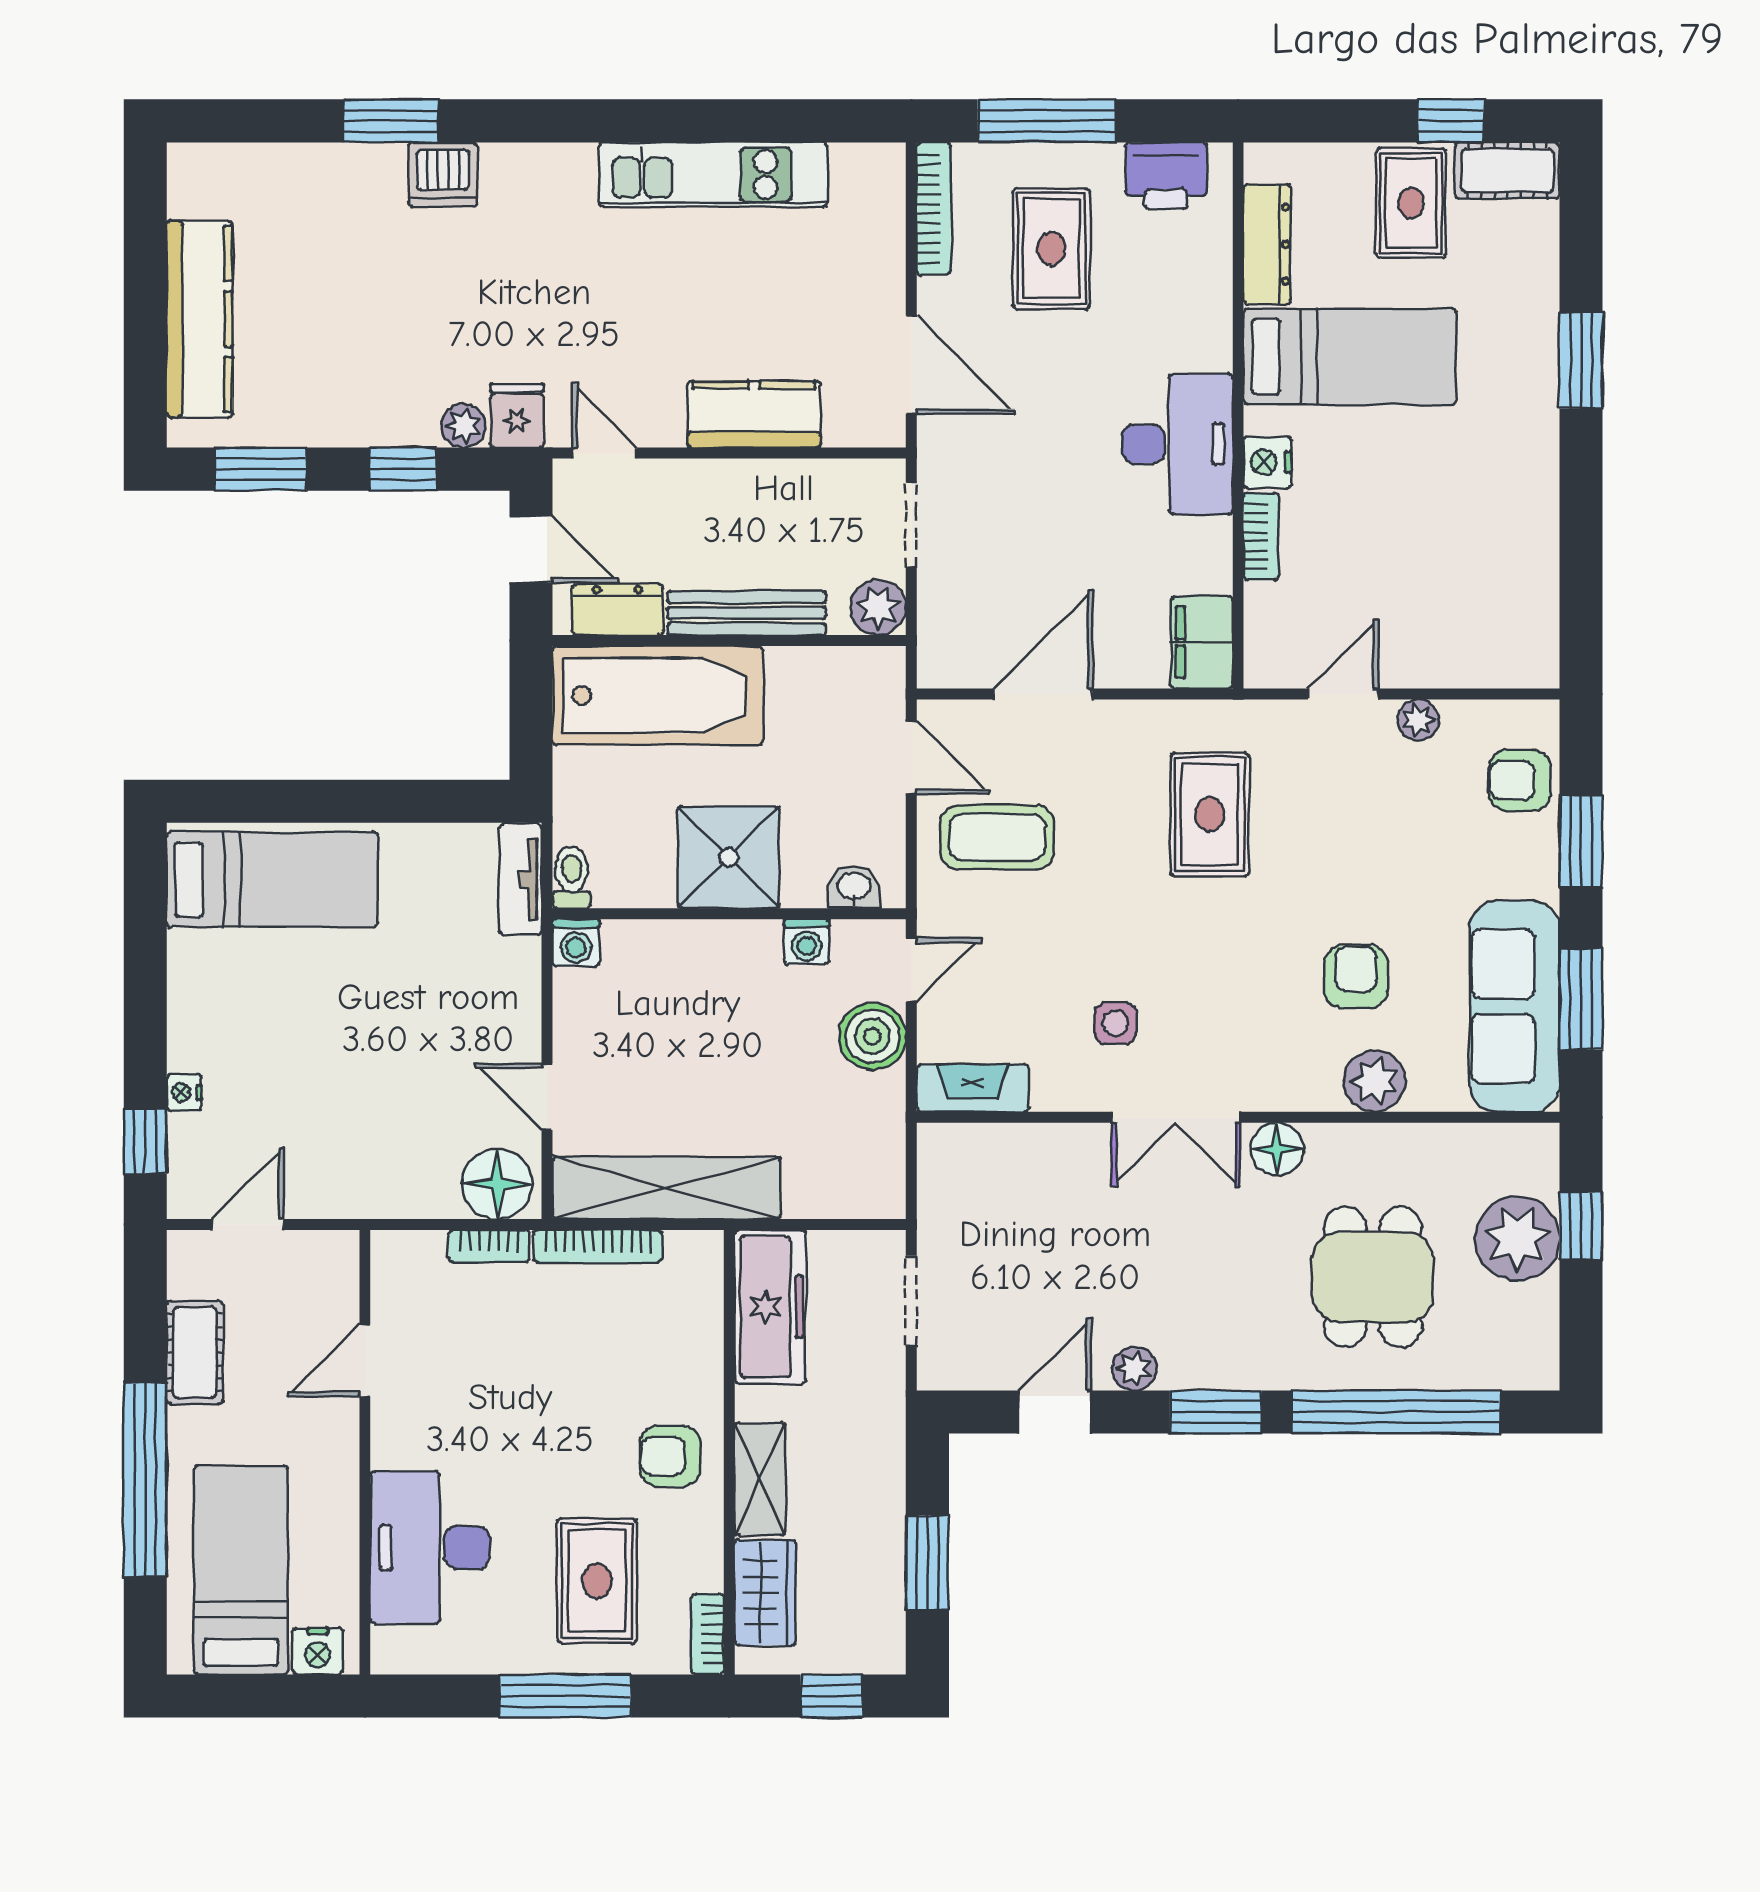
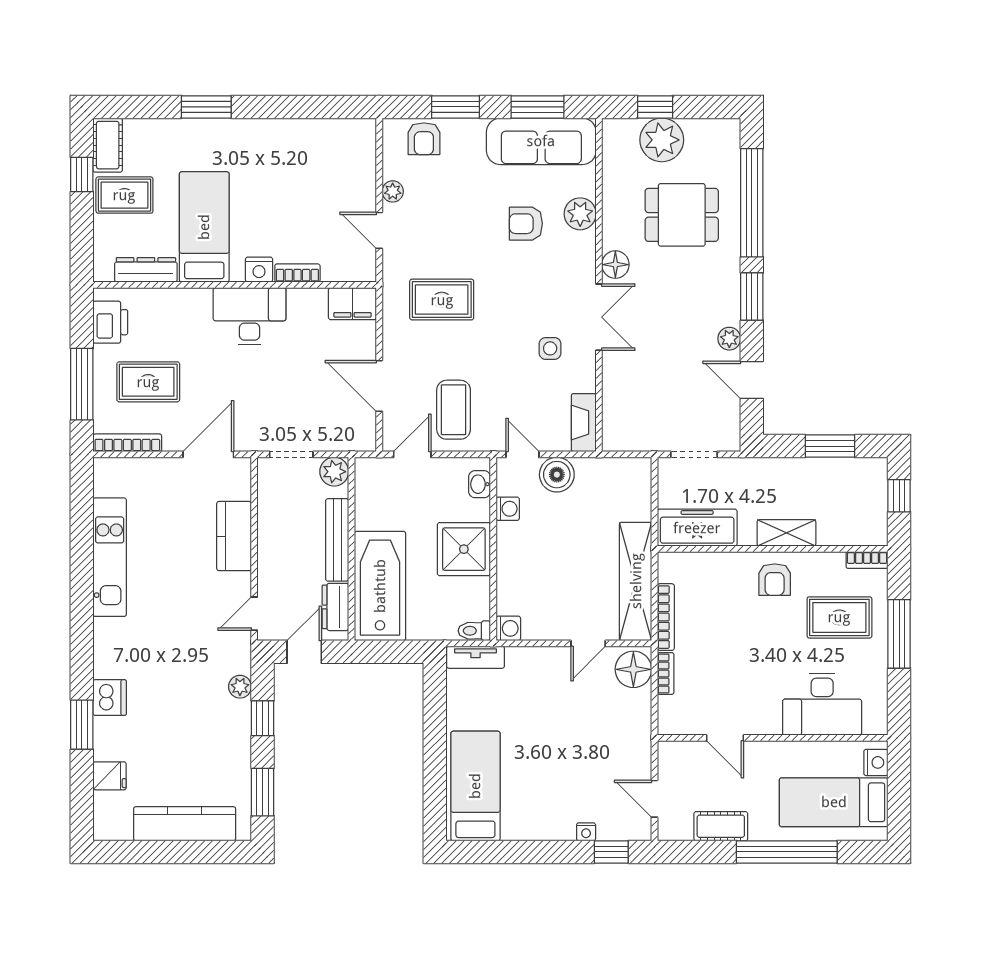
fridge: (517, 416) -> (110, 776), moved, turned 180
wardrobe: (765, 1592) -> (845, 530), removed

